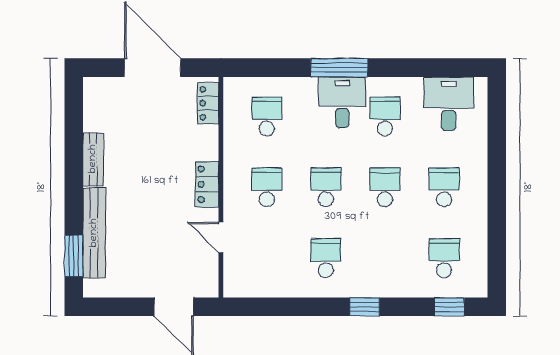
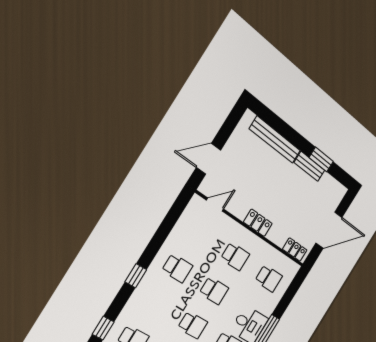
door: (221, 237) -> (215, 205), moved
window: (74, 256) -> (321, 159), moved

